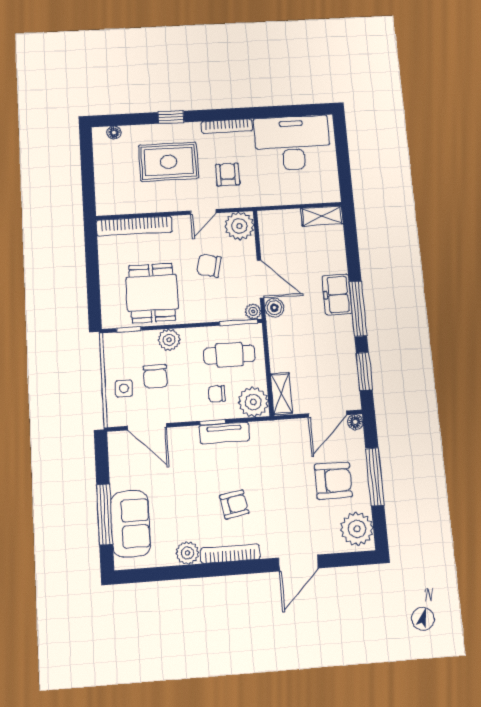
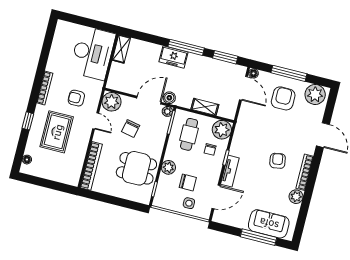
desk: (292, 143) -> (93, 53), moved, turned 180
shelving: (281, 394) -> (205, 107), moved
tv unit: (224, 433) -> (230, 171), moved

